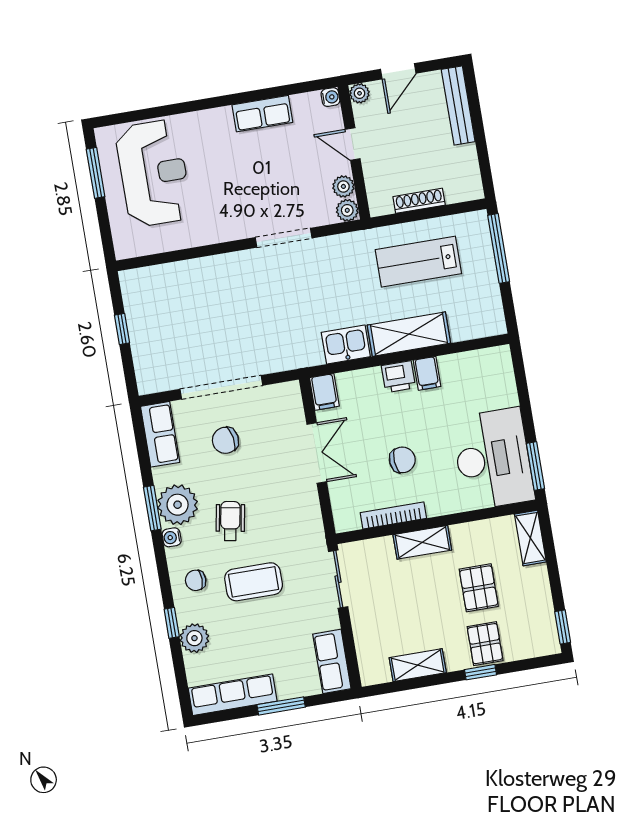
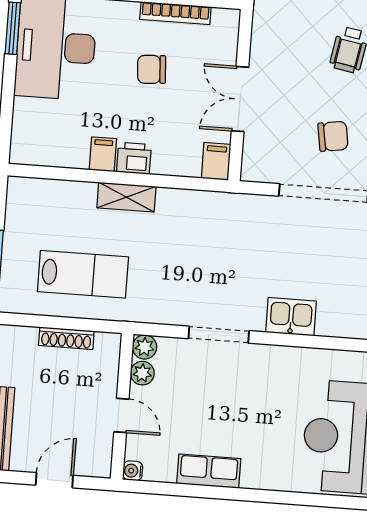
plant: (360, 93) -> (101, 467), removed
shelving: (409, 334) -> (126, 197), width x0.67, depth x0.75
kitchen sink: (346, 345) -> (291, 317), moved, turned 180

